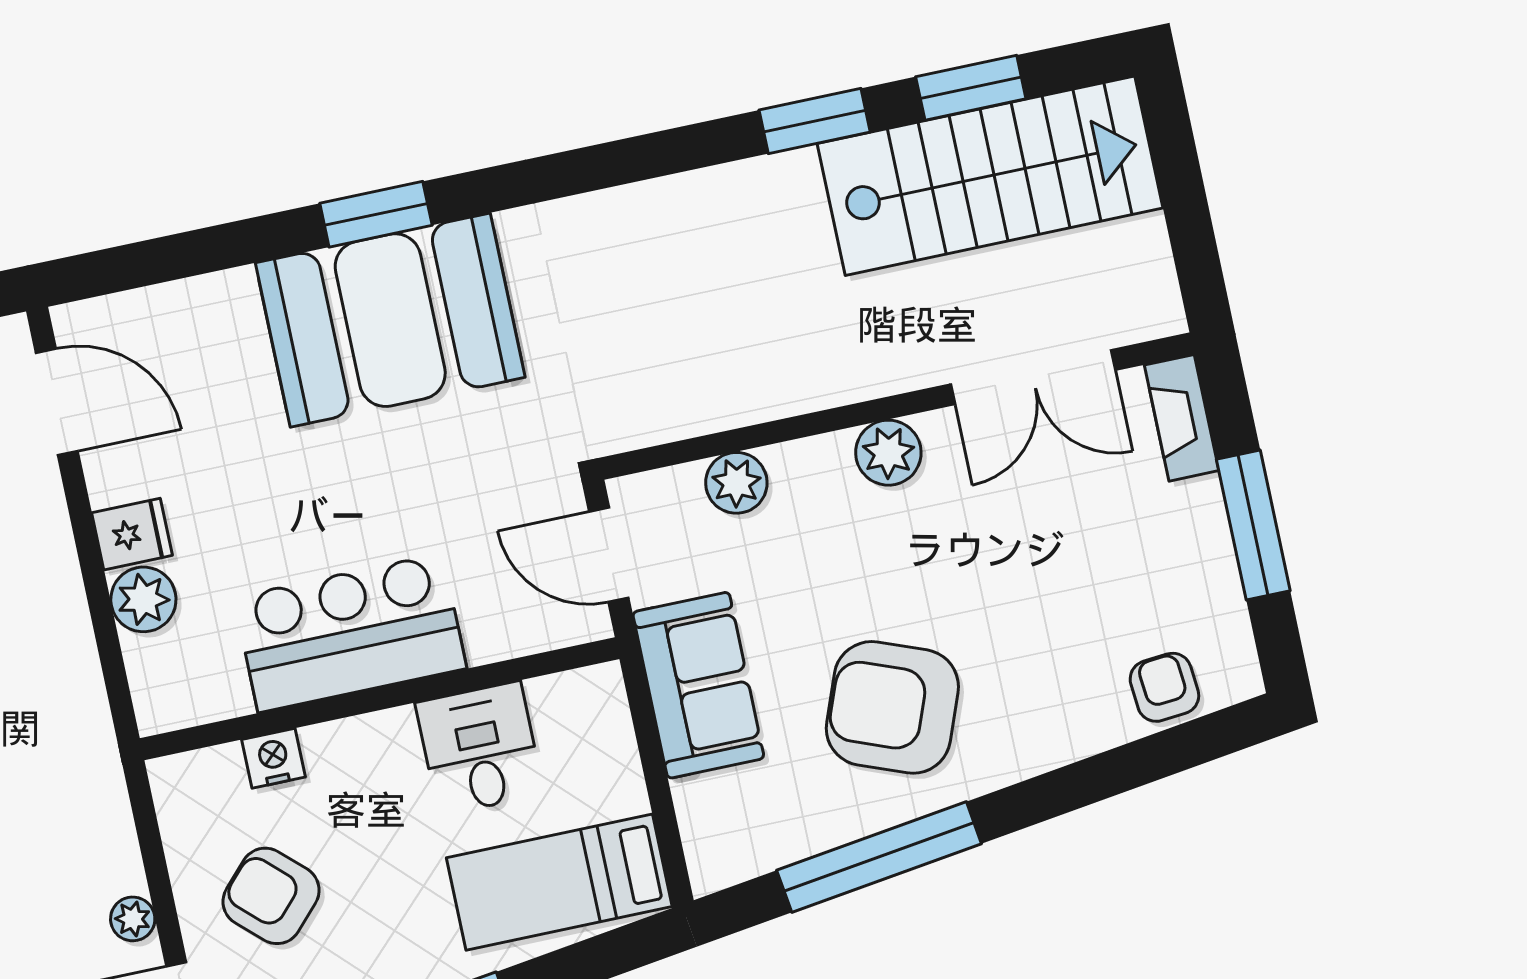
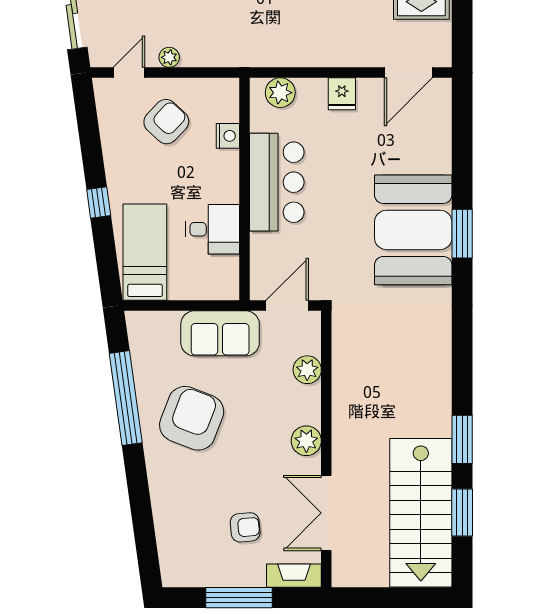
plant: (143, 599) -> (280, 93), moved
armchair: (1164, 687) -> (245, 527), moved

